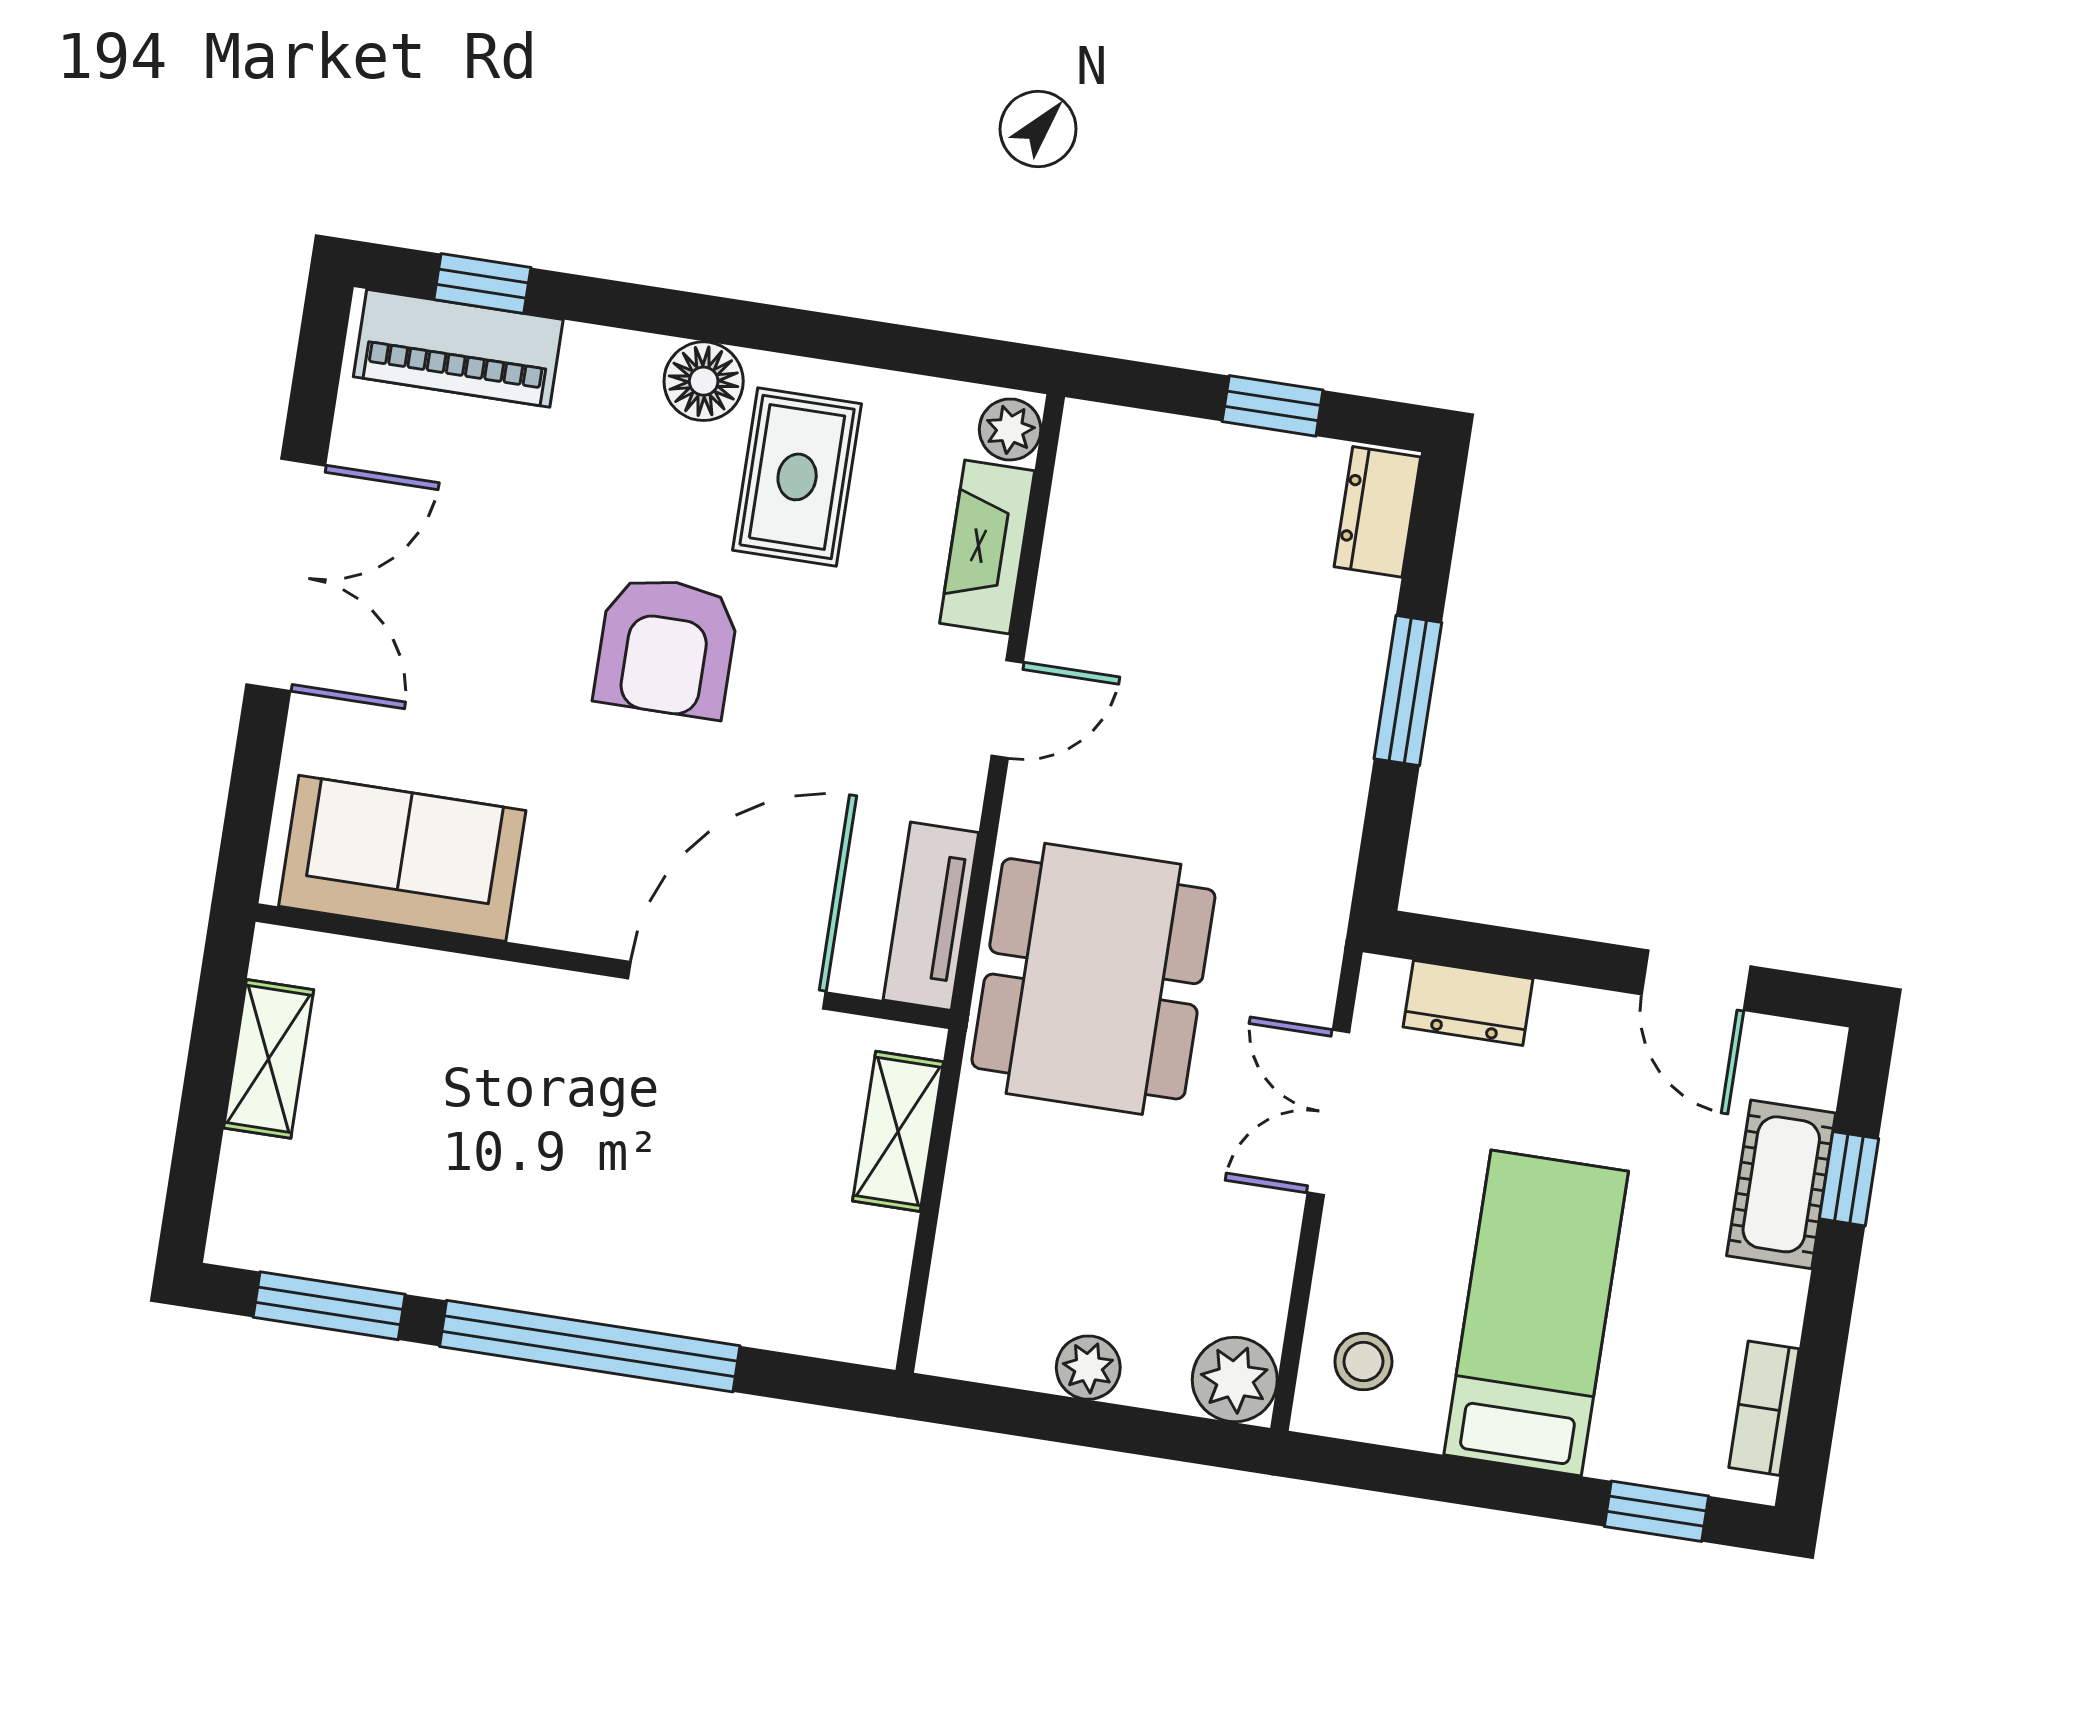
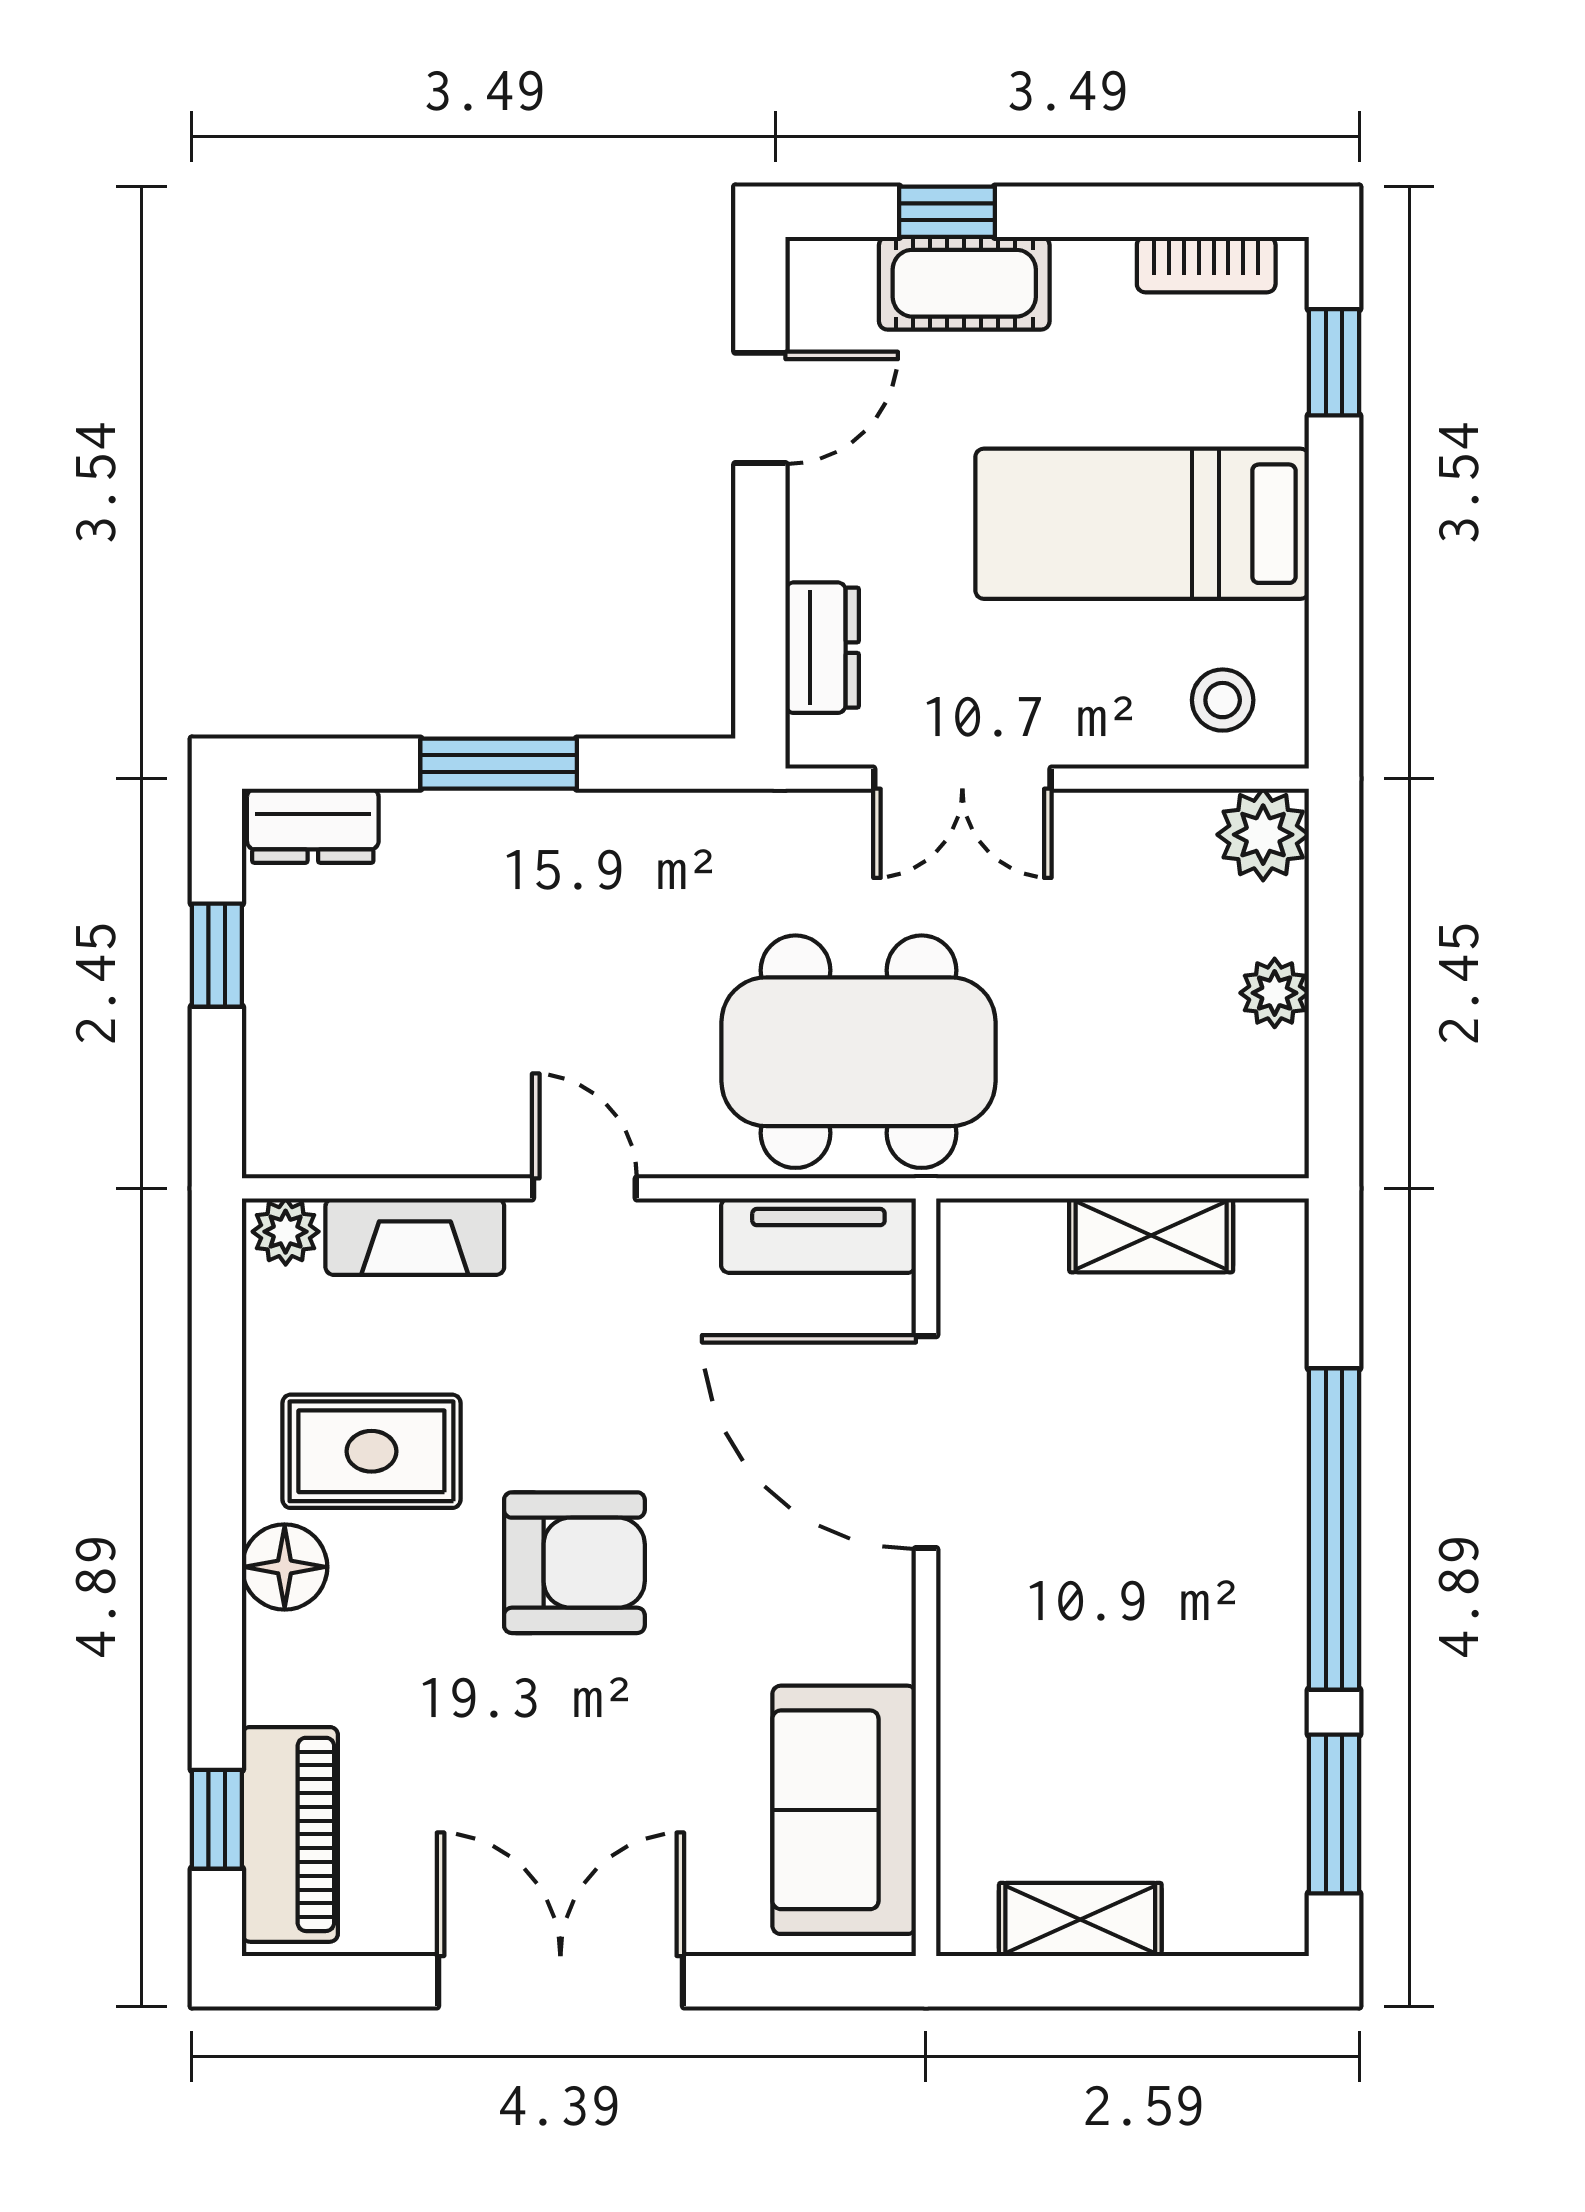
shelving: (898, 1131) -> (1151, 1235), moved

